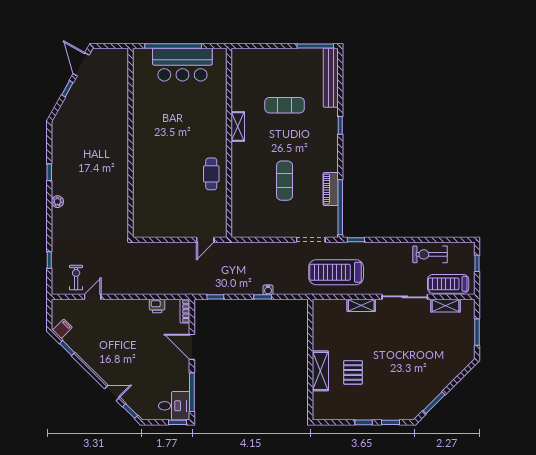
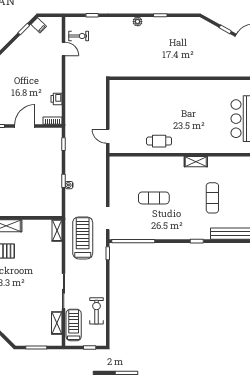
piano: (331, 189) -> (147, 234), removed
shelving: (361, 305) -> (57, 230), moved

